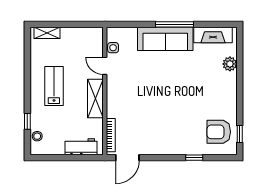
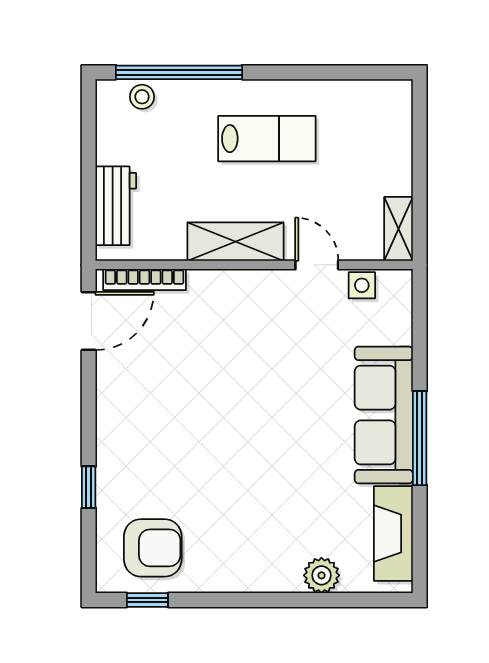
shelving: (47, 33) -> (399, 229), moved
door: (105, 66) -> (317, 265), hinge flipped
window: (27, 121) -> (179, 72), width x3.17
armchair: (219, 132) -> (153, 548), turned 90
door: (127, 158) -> (89, 321), swing flipped

